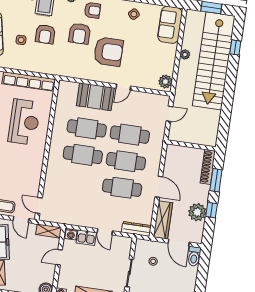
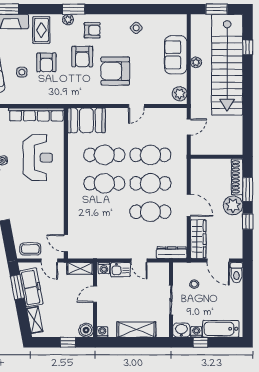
sofa: (170, 25) -> (176, 55), moved
armchair: (108, 52) -> (115, 71), turned 180
booth: (95, 97) -> (86, 120), moved
plant: (197, 212) -> (233, 205), moved

